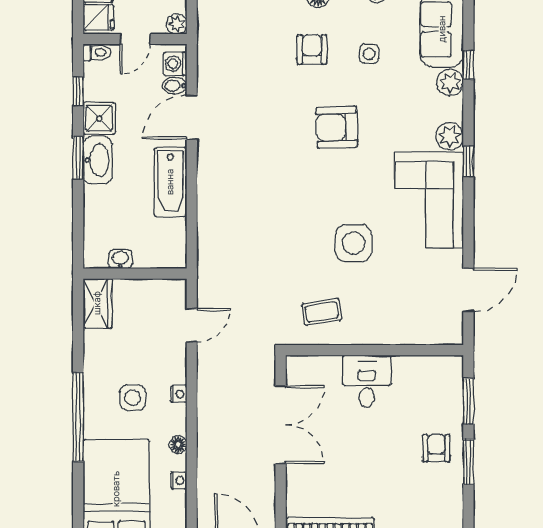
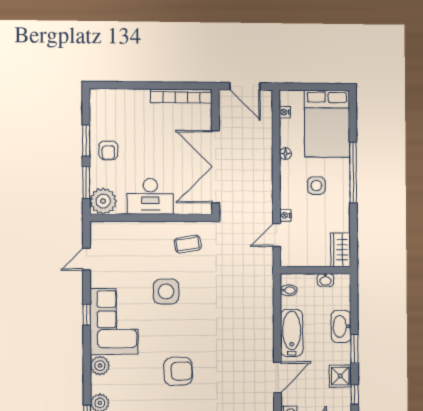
bidet: (175, 86) -> (289, 290), moved
washbasin: (98, 160) -> (341, 326), moved
window: (468, 162) -> (87, 315), moved
door: (468, 290) -> (87, 259), width x0.73
plant: (444, 374) -> (103, 201), added
desk: (367, 381) -> (150, 196), width x1.37
nightstand: (179, 394) -> (285, 215), moved
double door: (281, 425) -> (216, 167), width x1.36
nightstand: (179, 480) -> (285, 112), moved

